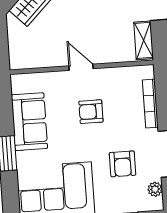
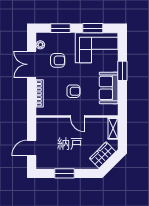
shelving: (144, 40) -> (113, 128), moved
armchair: (123, 164) -> (58, 60), turned 90

